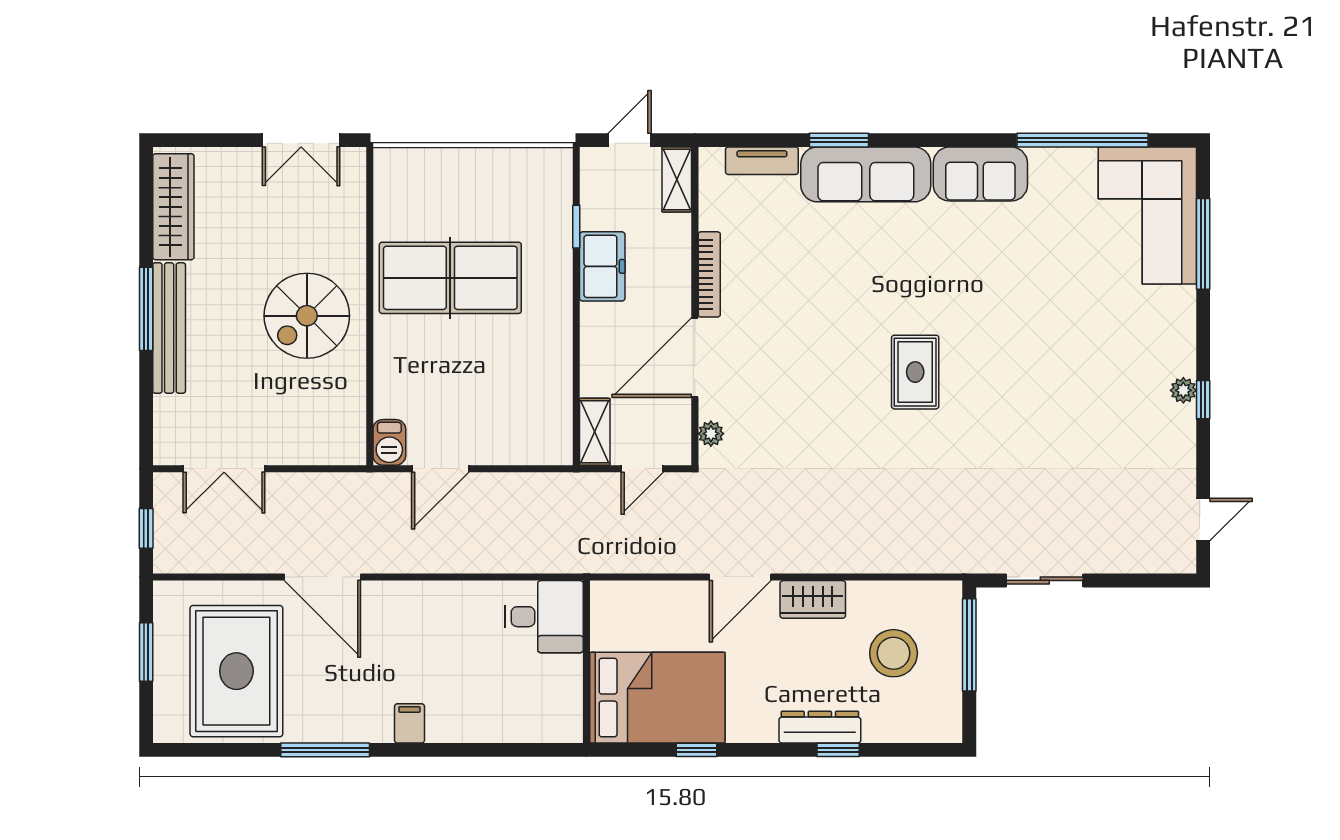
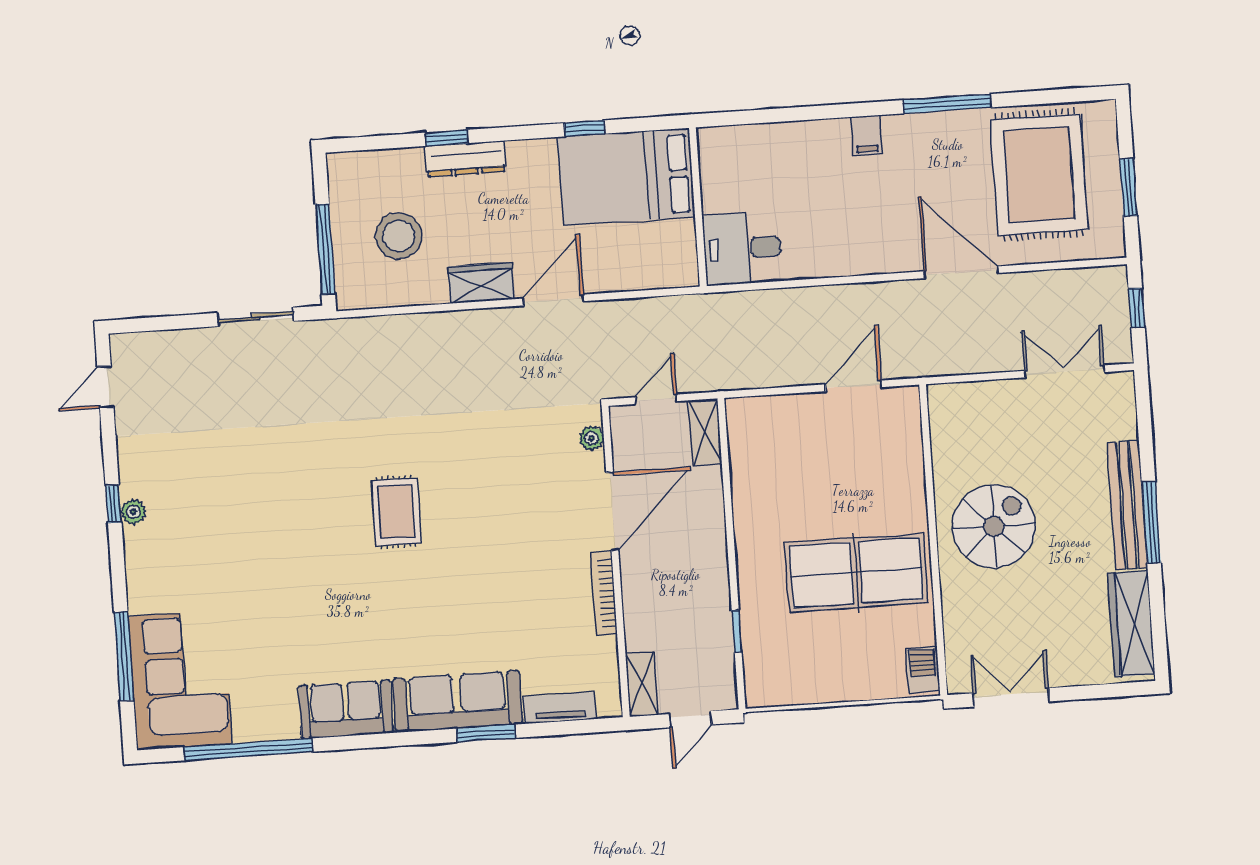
freezer: (602, 266) -> (709, 594), removed
barbecue: (389, 442) -> (923, 670), moved

